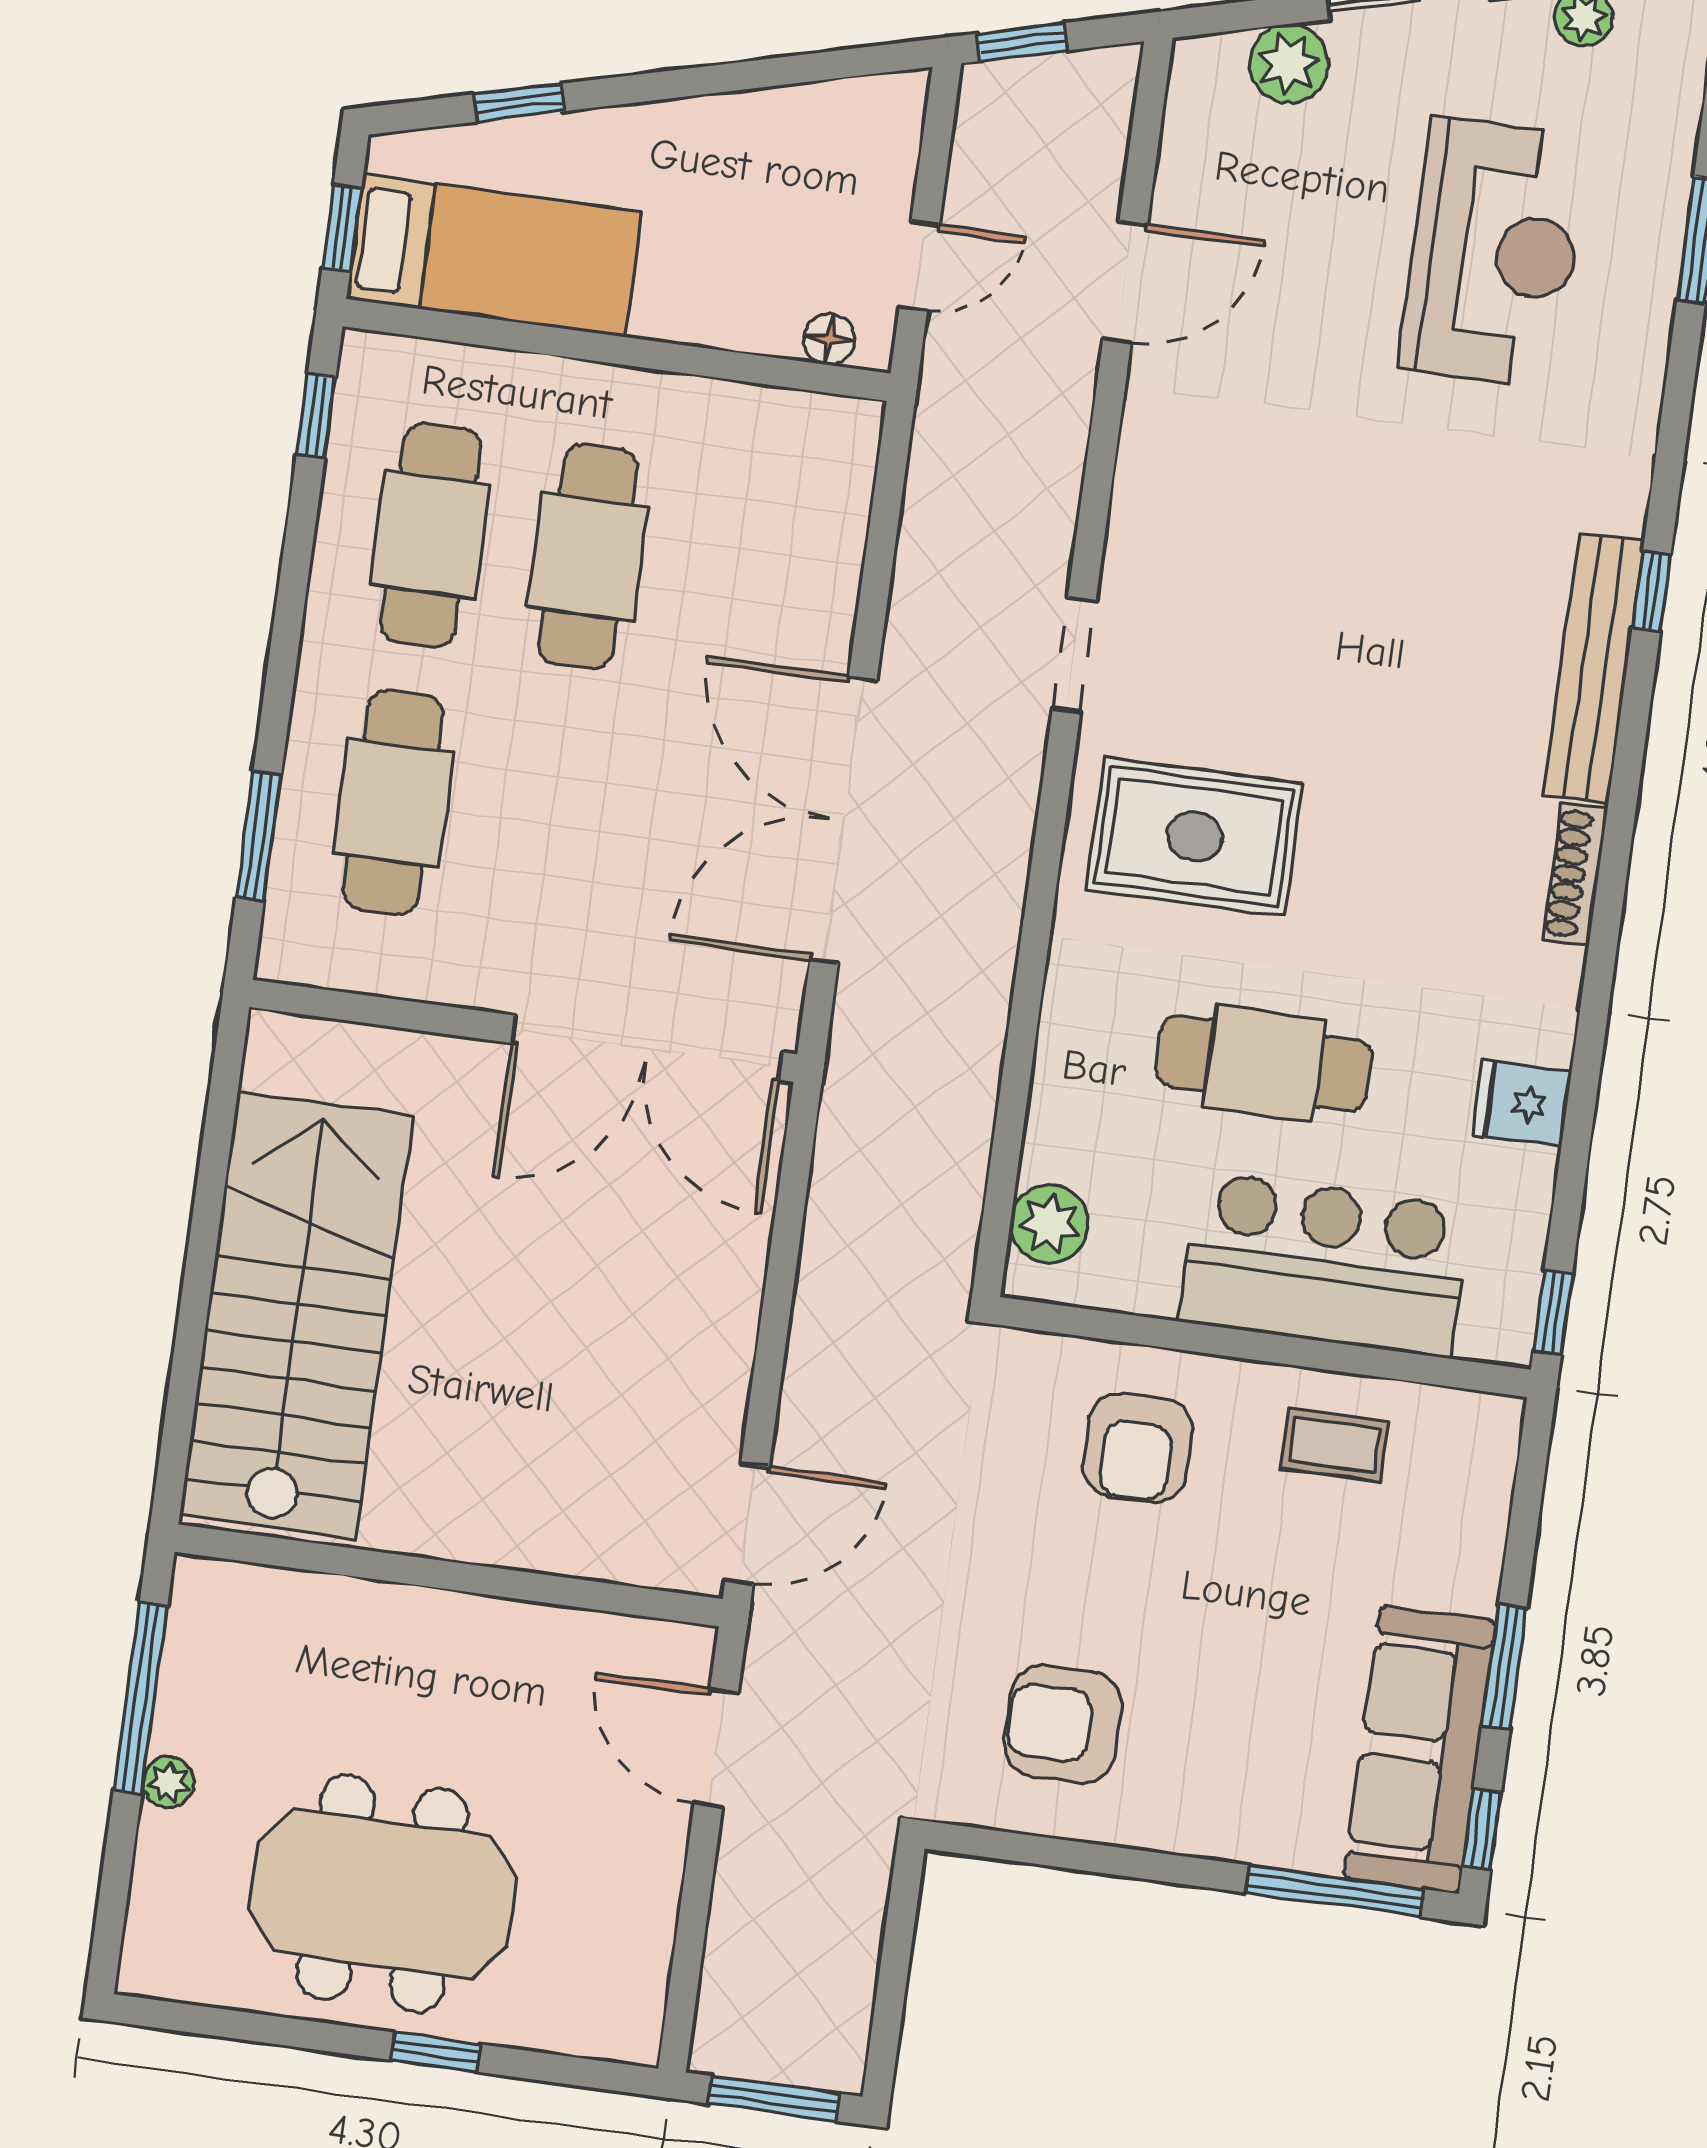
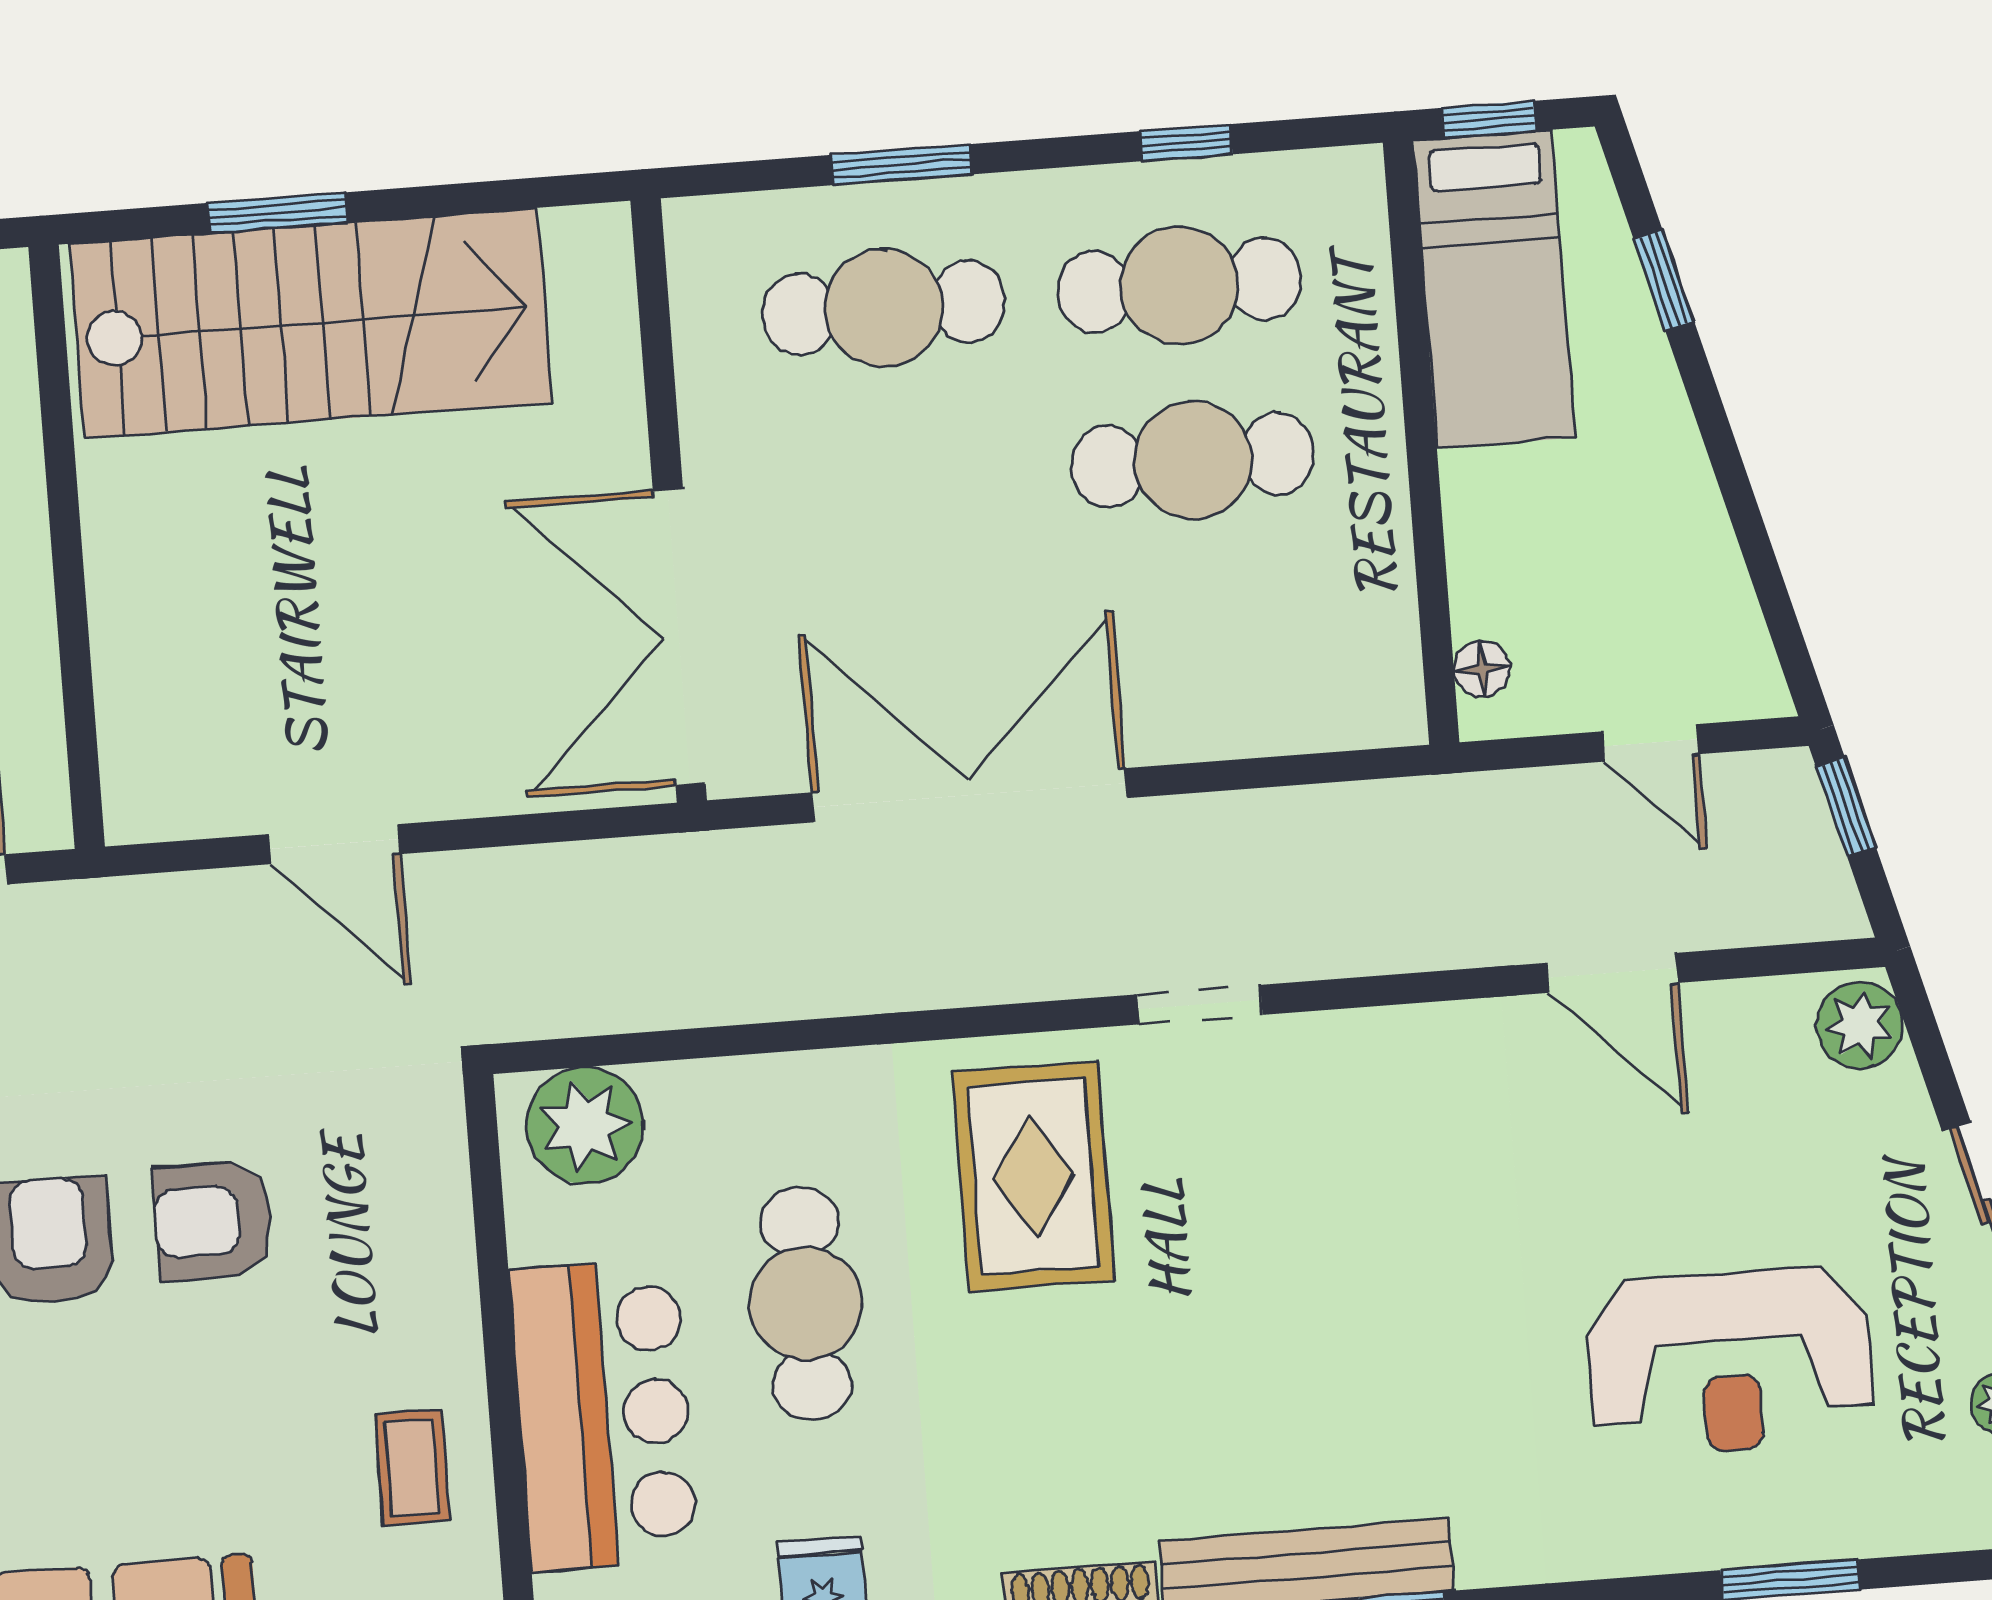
plant: (1289, 63) -> (1860, 1025), moved
door: (919, 266) -> (1650, 743), moved
window: (316, 416) -> (1186, 143), moved
window: (259, 836) -> (902, 165), moved
plant: (1049, 1224) -> (585, 1126), width x1.36, depth x1.36
window: (192, 1323) -> (278, 213), added
armchair: (1137, 1448) -> (213, 1221), moved
door: (747, 1524) -> (335, 844), moved

